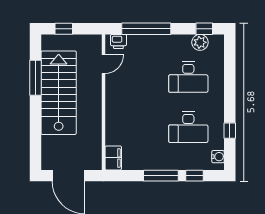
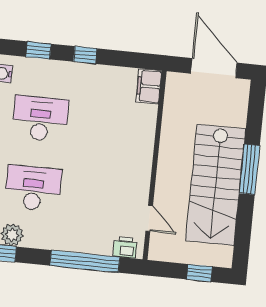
door: (103, 64) -> (149, 218), swing flipped
window: (36, 78) -> (250, 169), moved
window: (161, 176) -> (85, 55), width x0.46

